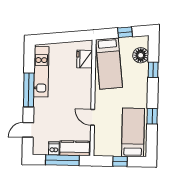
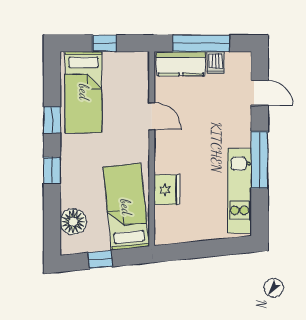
fridge: (85, 59) -> (167, 190), moved
window: (153, 70) -> (52, 170), moved
door: (28, 130) -> (260, 93), hinge flipped

